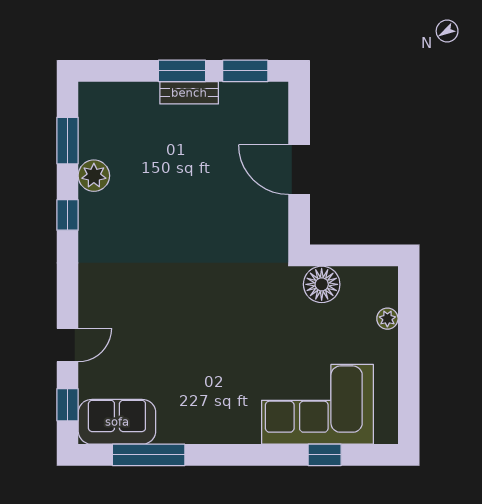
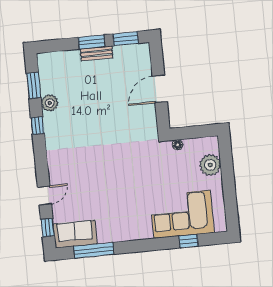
door: (299, 170) -> (160, 89), hinge flipped
floor lamp: (322, 284) -> (178, 145), width x0.53, depth x0.53
plant: (387, 319) -> (210, 165), width x1.87, depth x1.87

